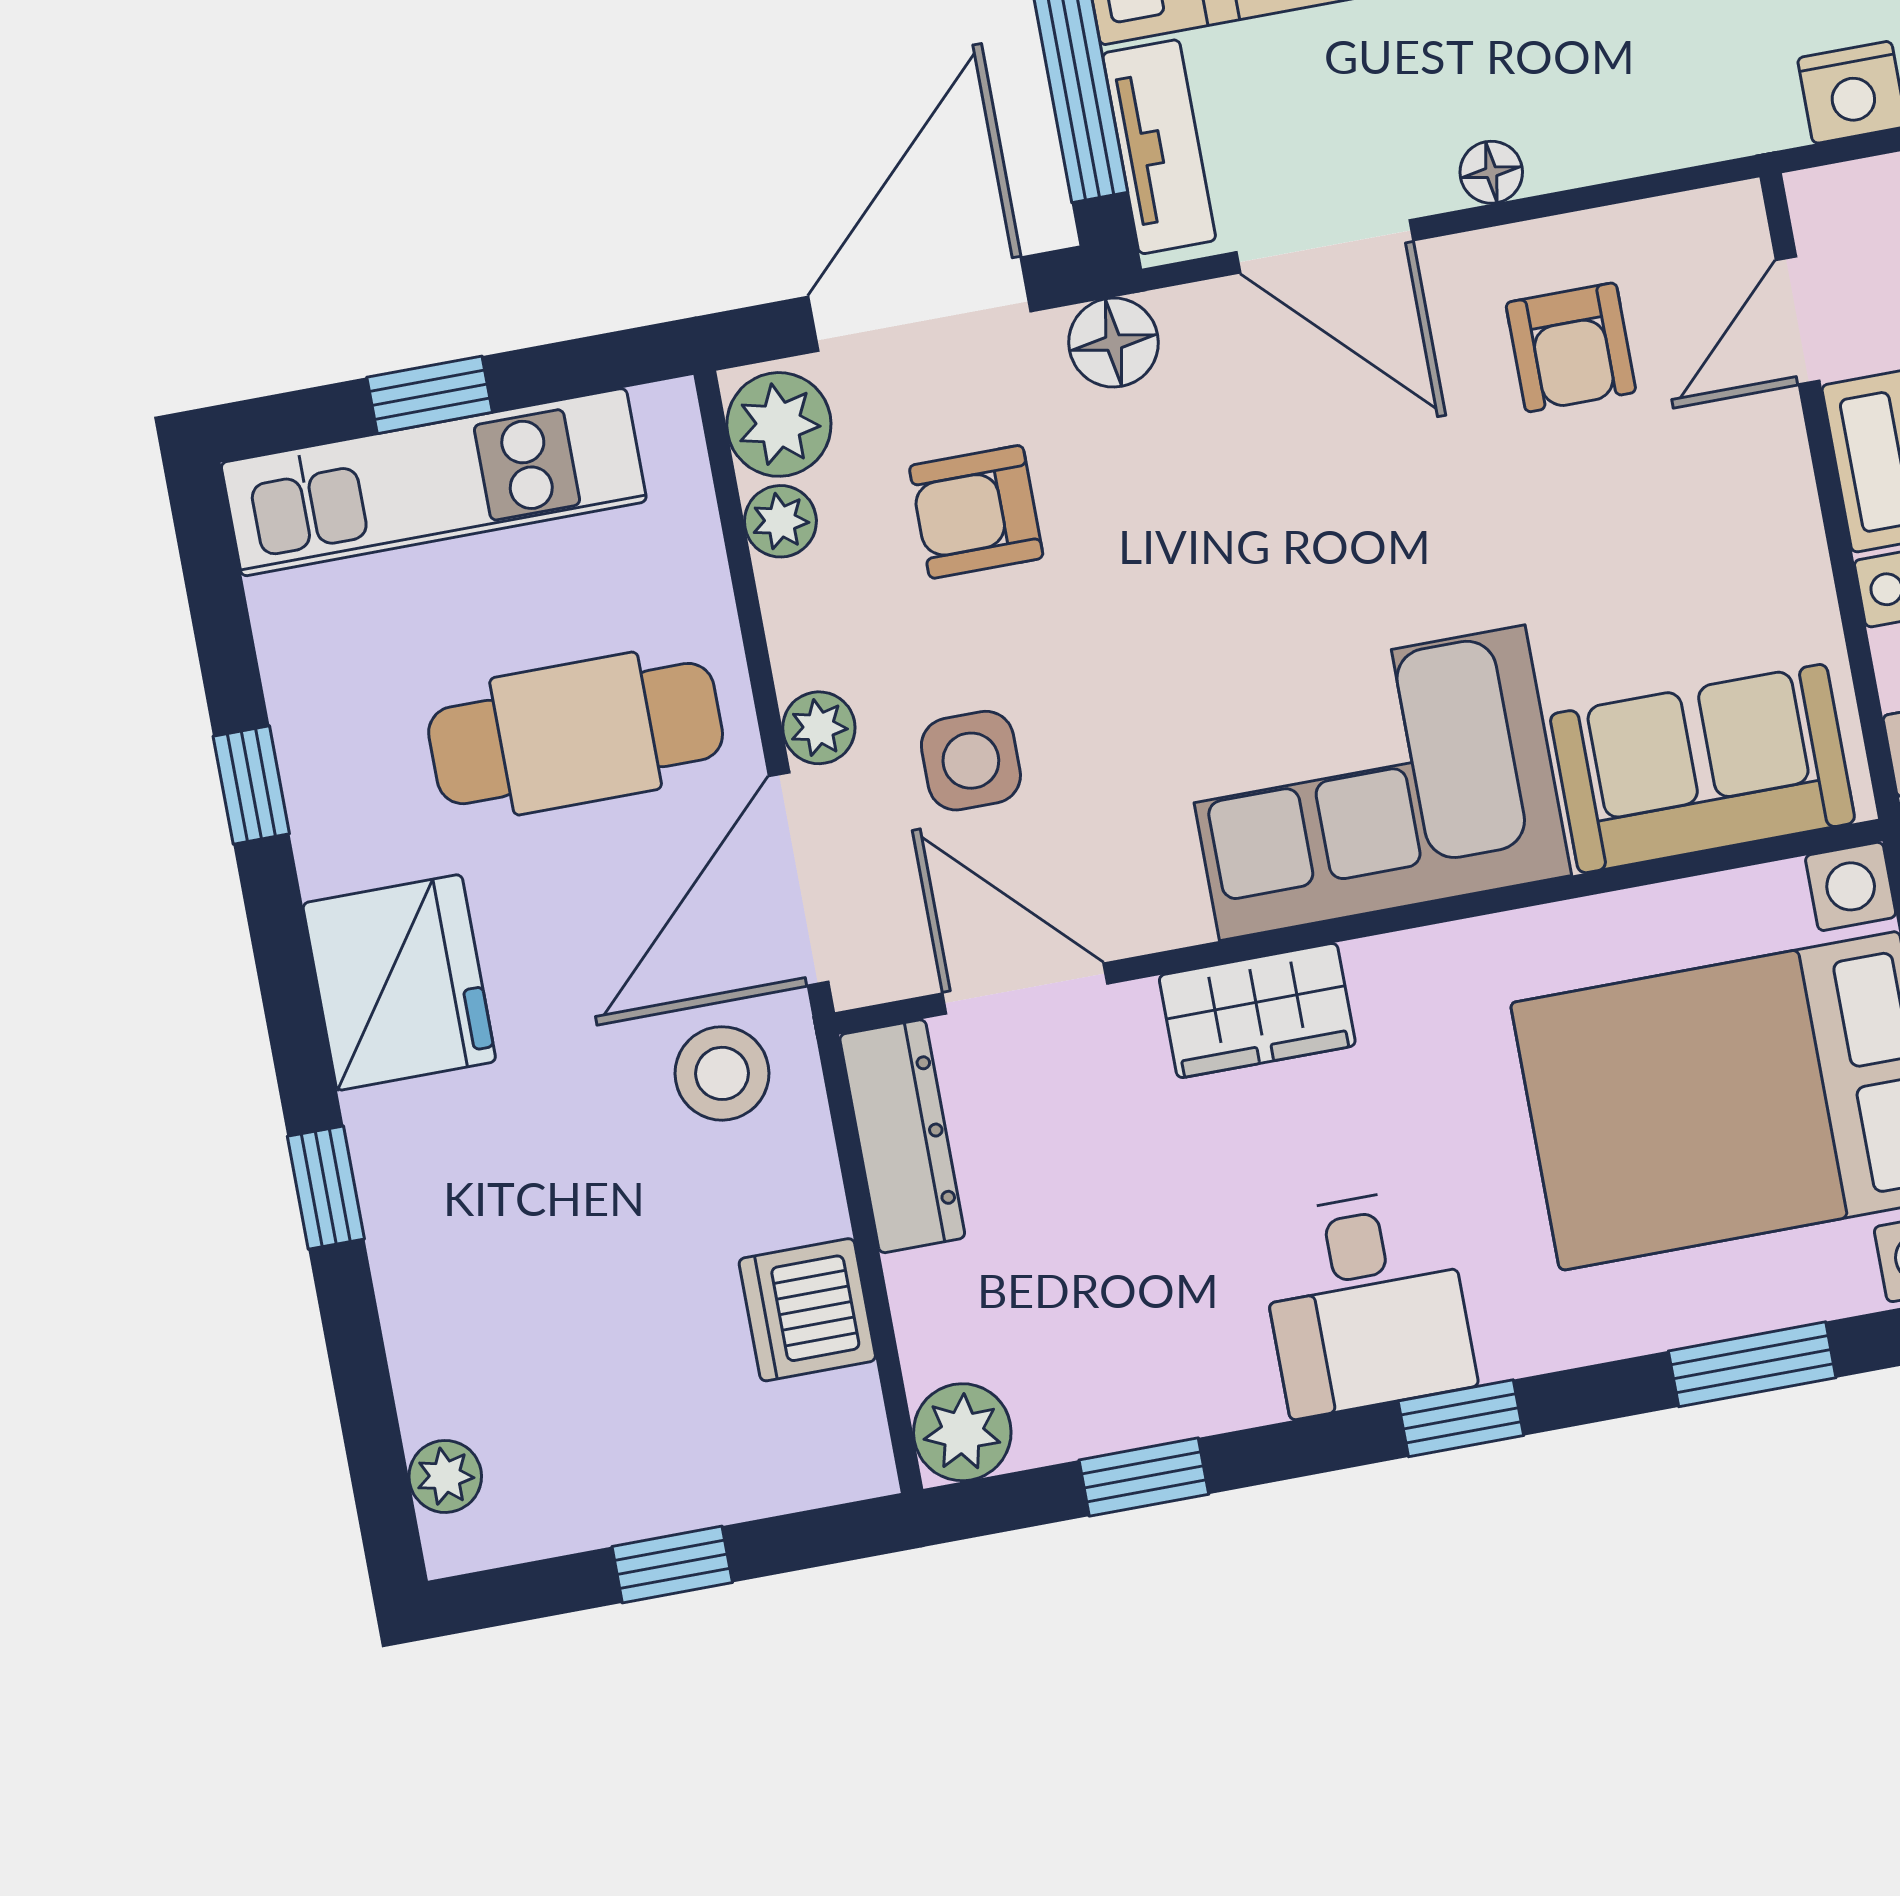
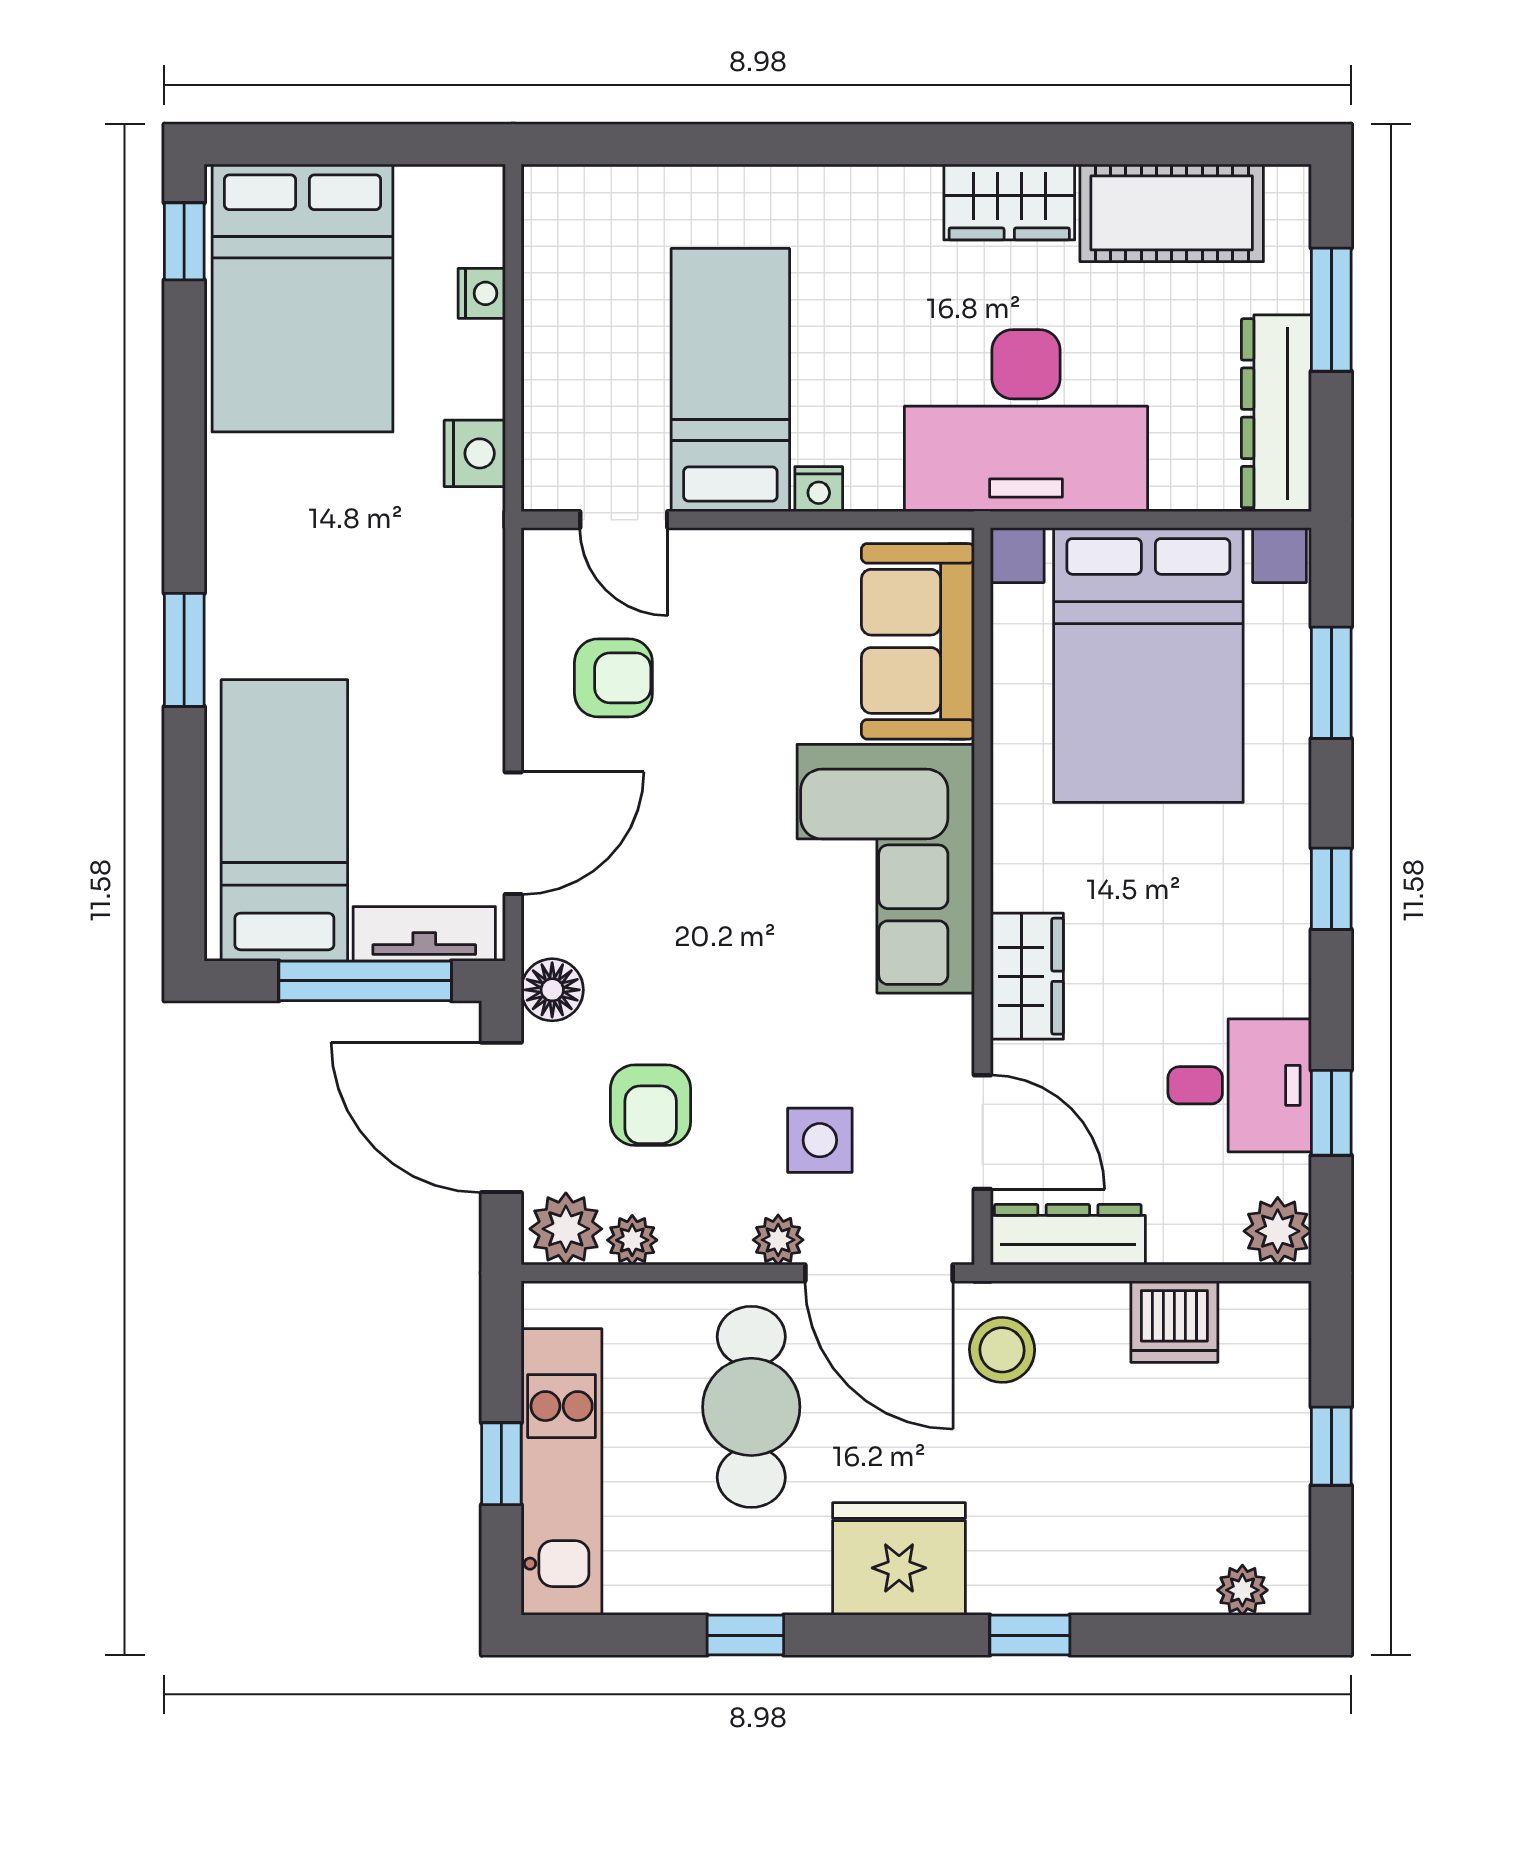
floor lamp: (1491, 172) -> (484, 710), removed
door: (1025, 989) -> (982, 1132), swing flipped
desk: (1366, 1302) -> (1240, 1085), moved

